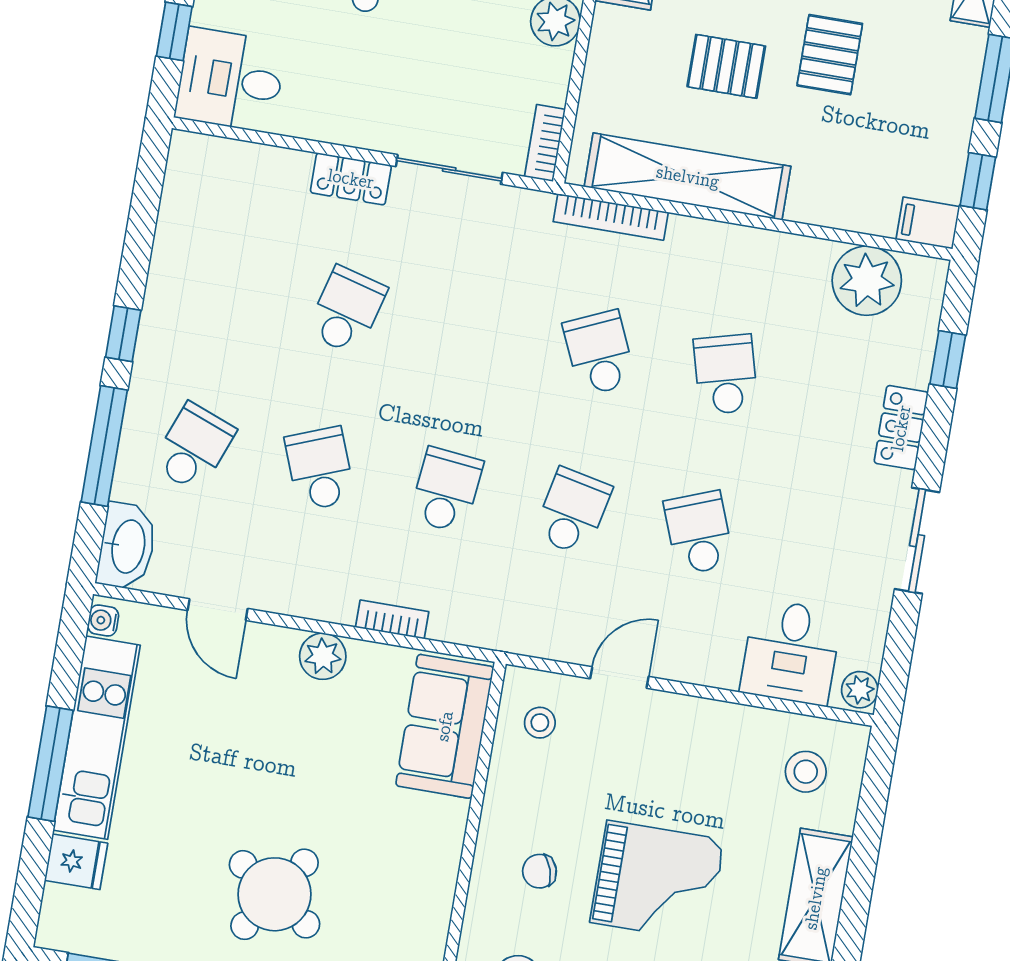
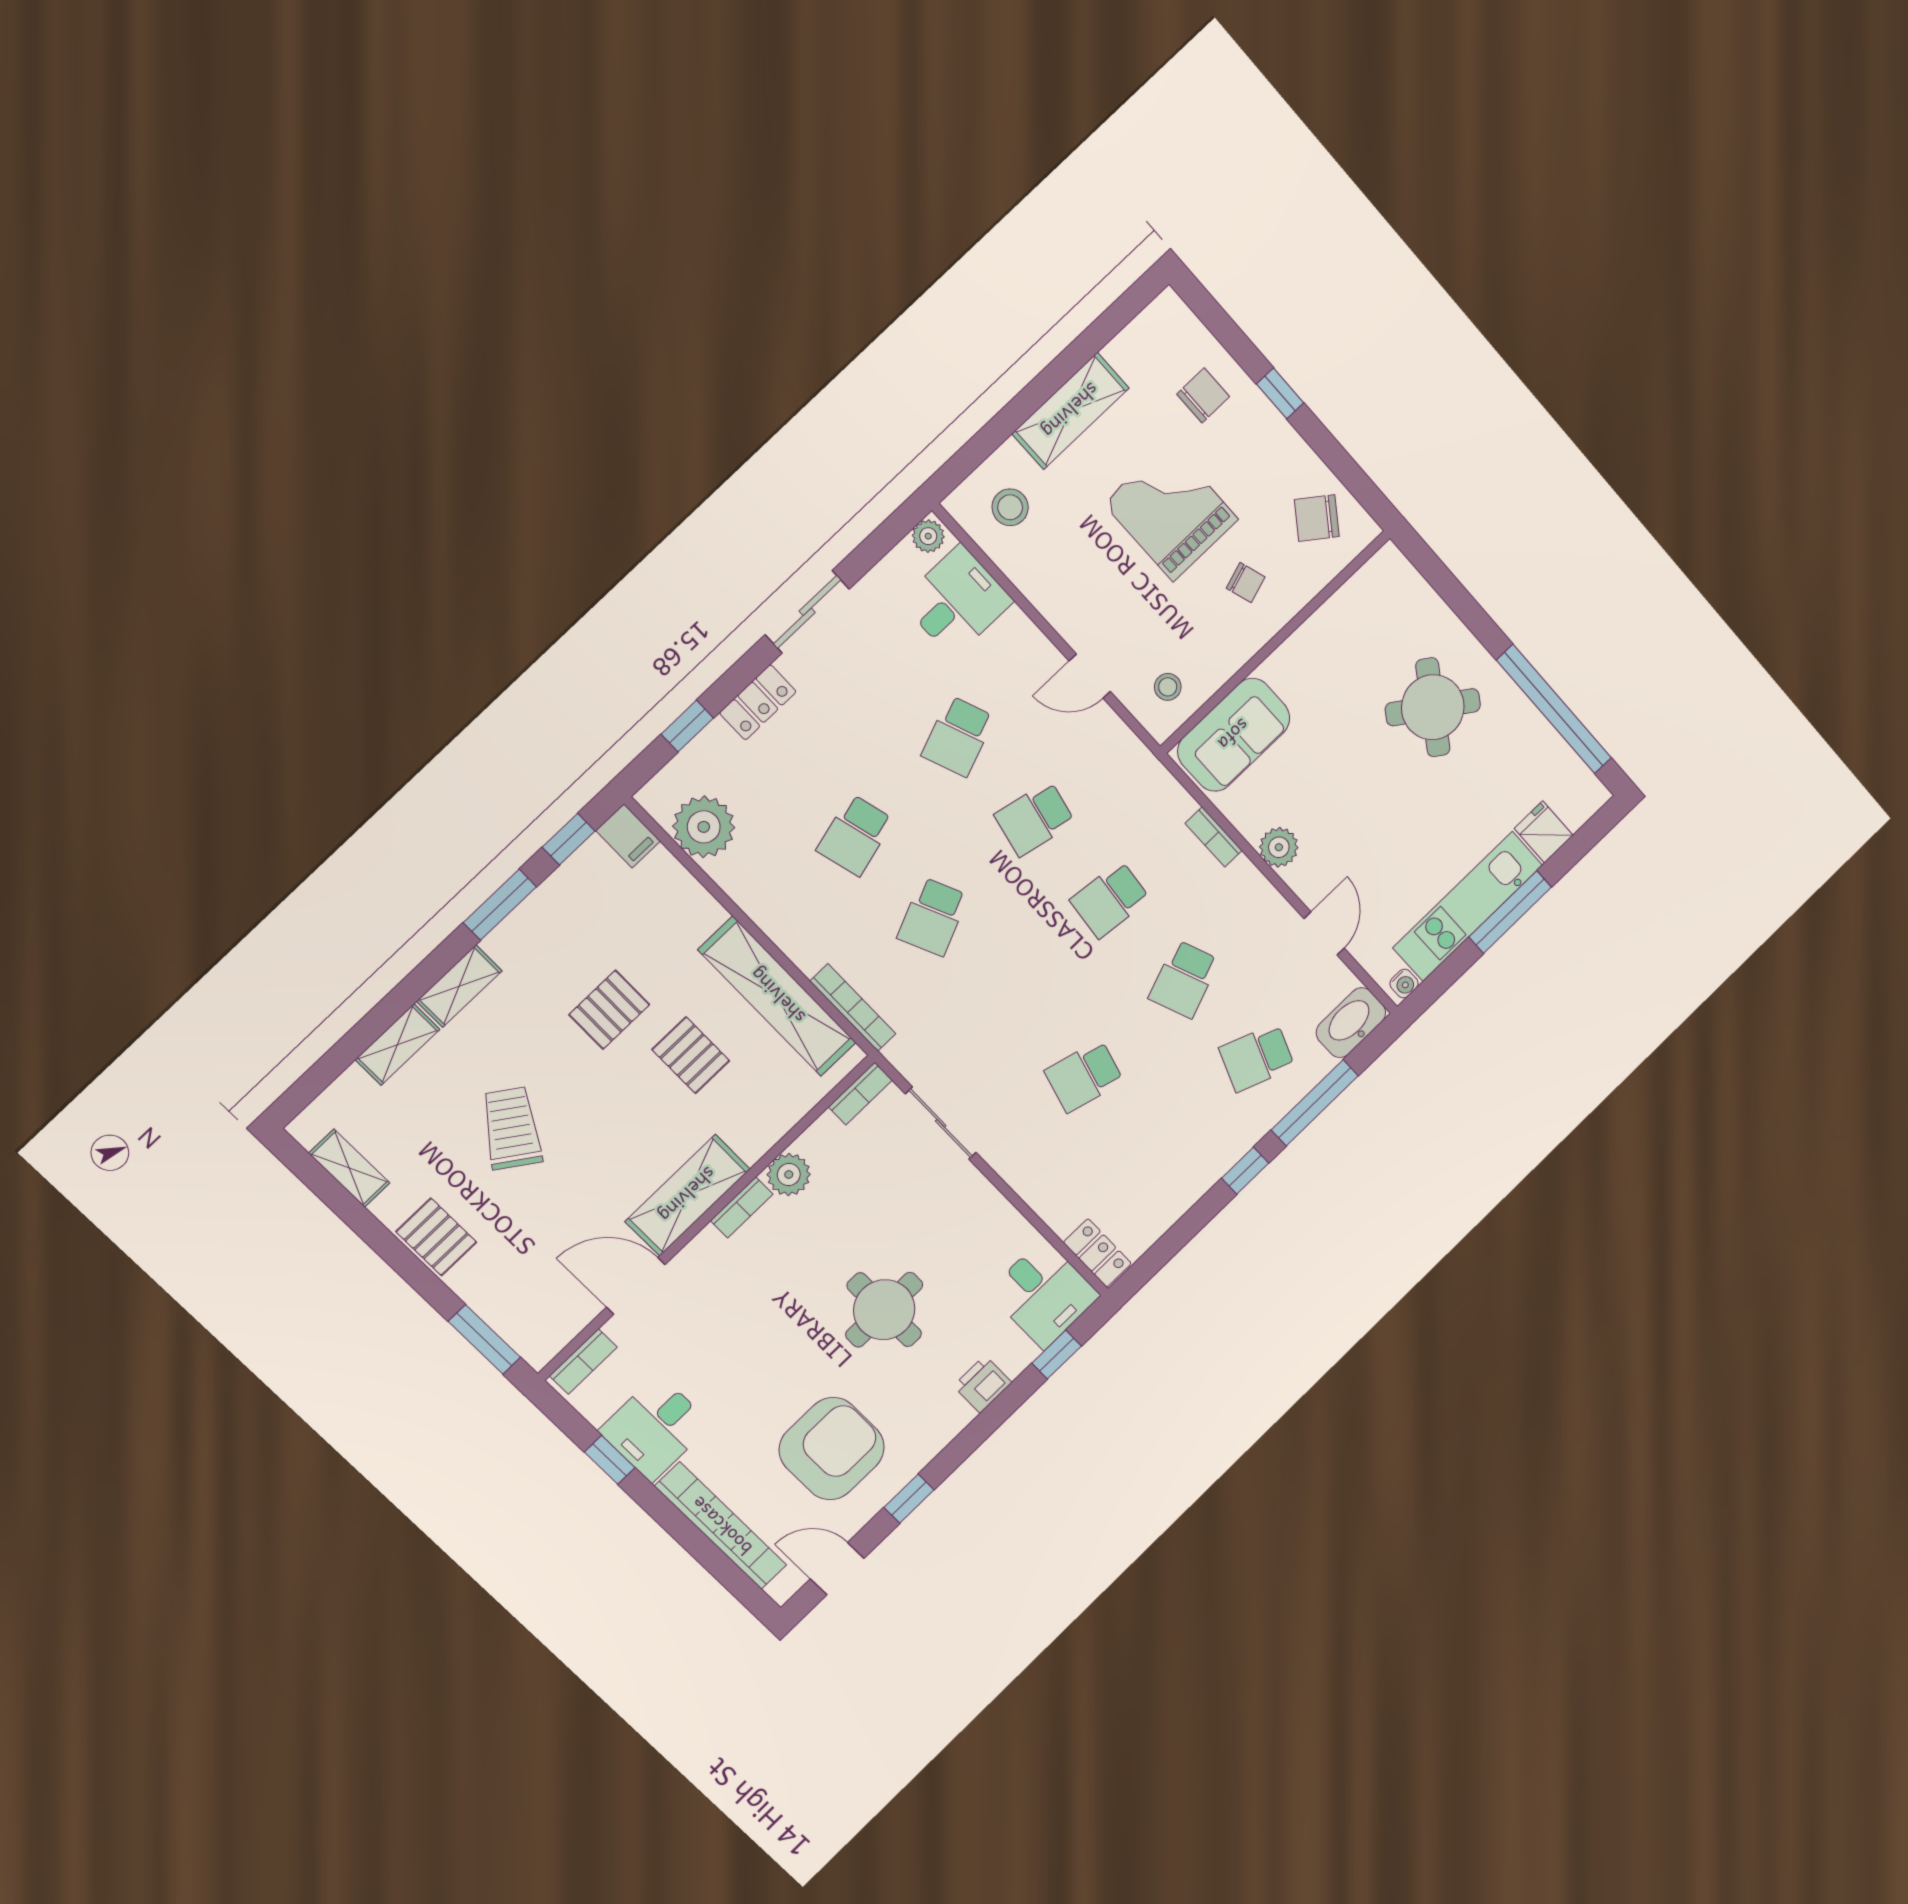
locker: (351, 179) -> (1097, 1253), moved

